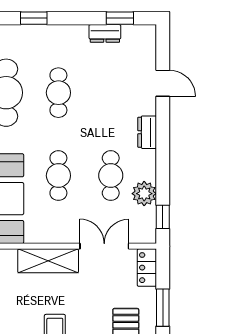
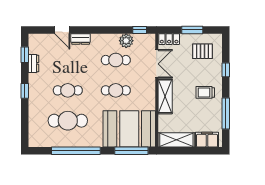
window: (34, 18) -> (25, 91), moved
door: (163, 83) -> (62, 30), swing flipped
dresser: (147, 132) -> (81, 39), moved
double door: (104, 246) -> (157, 64), swing flipped

